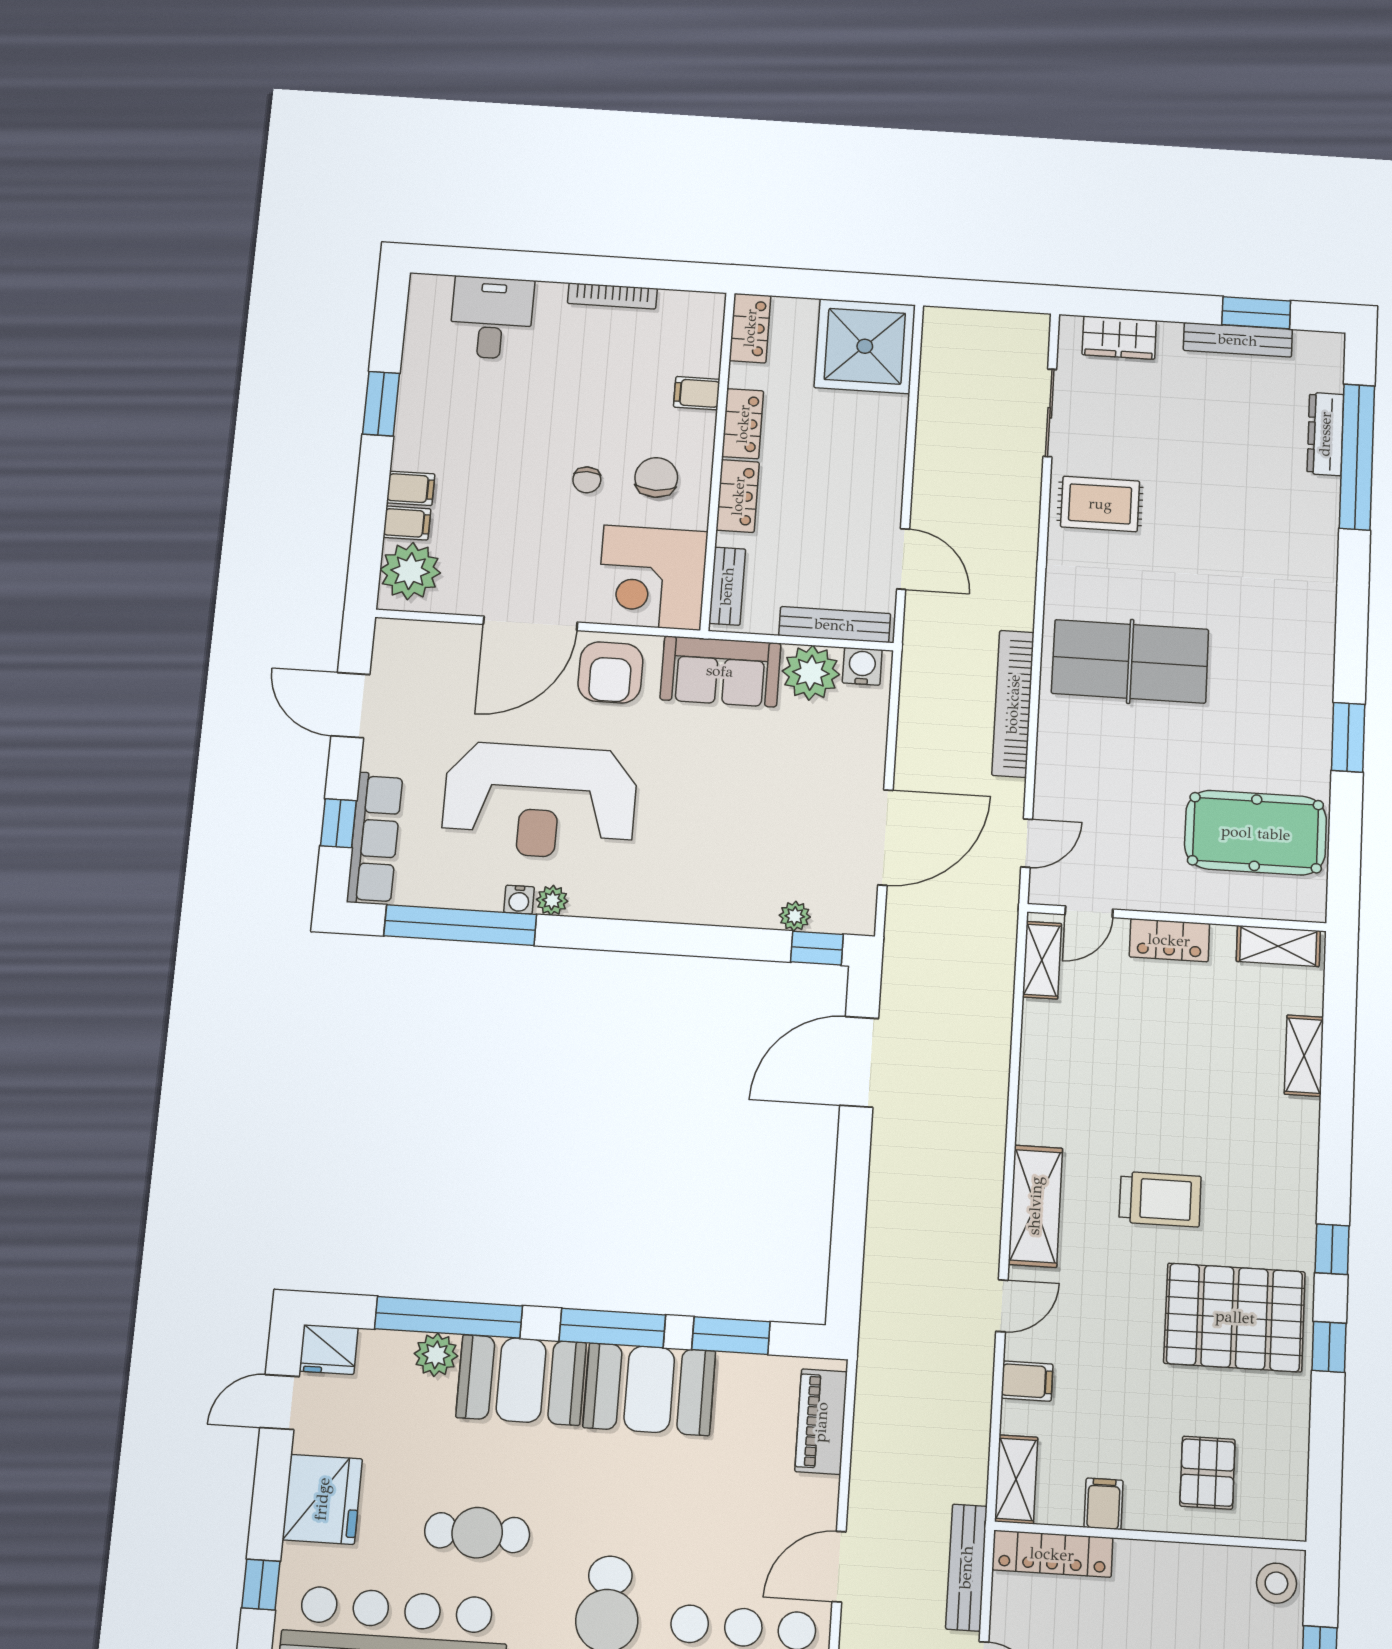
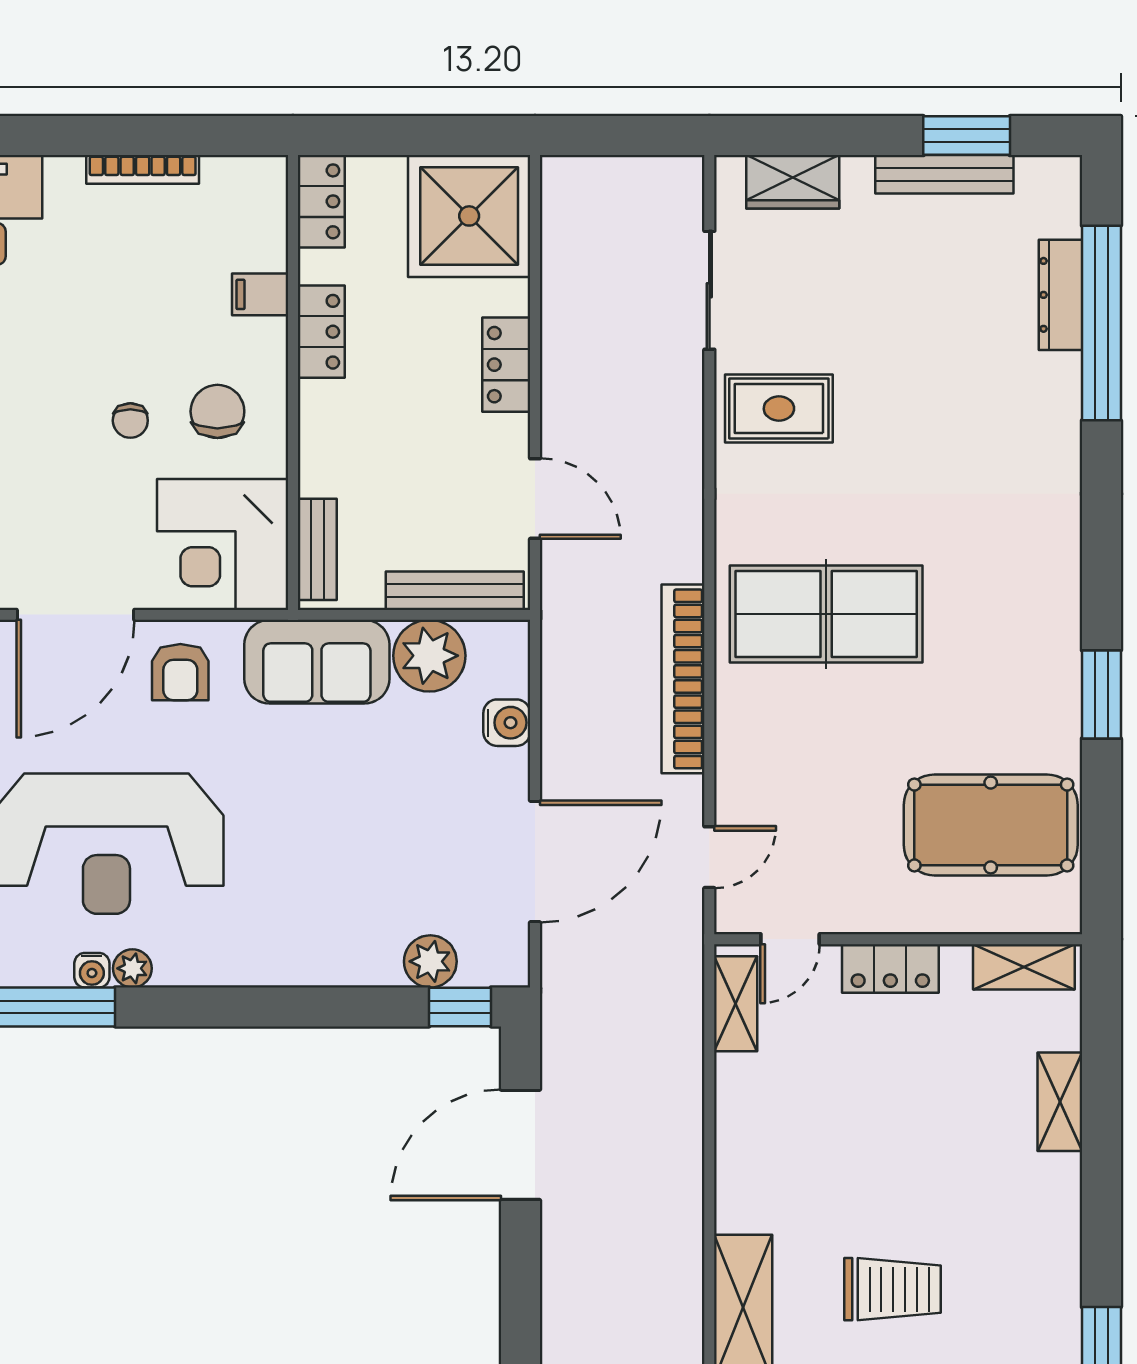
locker: (738, 496) -> (506, 365), moved, turned 180
water cooler: (862, 666) -> (507, 723), moved, turned 90
armchair: (610, 672) -> (180, 672), width x0.72, depth x0.72
plant: (795, 916) -> (430, 961), width x1.38, depth x1.38

